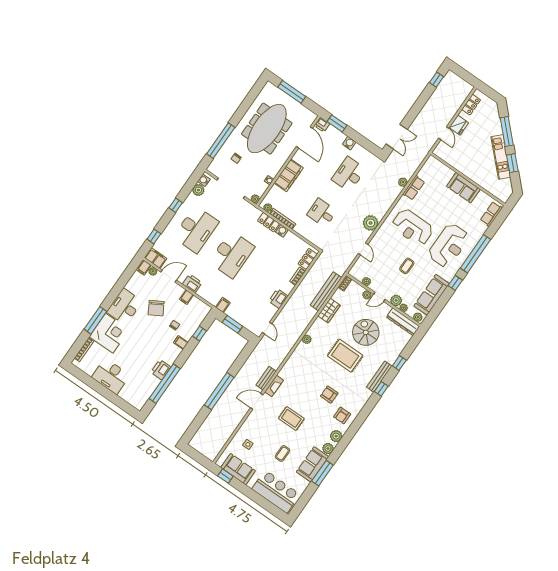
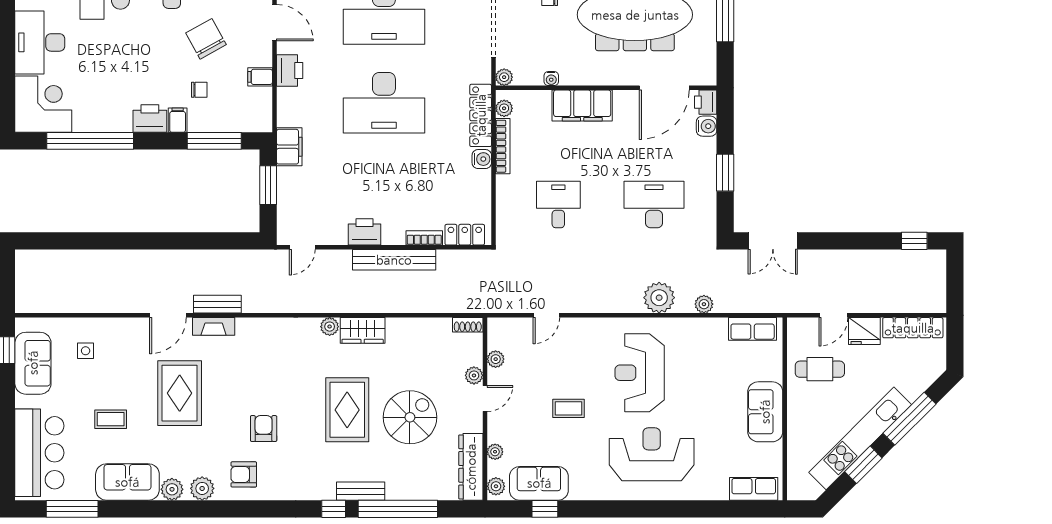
locker: (471, 105) -> (913, 328), width x1.53
window: (337, 123) -> (725, 173), moved
water cooler: (349, 143) -> (707, 126), moved
cafe table: (462, 154) -> (820, 369), added
kitchen unit: (501, 157) -> (860, 438), width x1.36
row of seats: (414, 188) -> (753, 329), moved
locker: (269, 222) -> (481, 115), width x1.53
plant: (371, 223) -> (659, 298), moved
reception desk: (449, 245) -> (652, 454), turned 180
window: (475, 254) -> (669, 509), removed
window: (455, 283) -> (545, 509), moved
bench: (326, 291) -> (394, 260), moved
sofa: (432, 295) -> (539, 483), width x0.73
door: (379, 297) -> (485, 398), swing flipped
plant: (396, 300) -> (498, 431), removed
filing cabinet: (223, 305) -> (289, 147), width x2.00
chair: (156, 308) -> (206, 39), turned 91
wardrobe: (329, 311) -> (363, 330), moved
window: (200, 334) -> (214, 141), width x2.17
window: (399, 363) -> (398, 509), width x3.17
printer: (161, 370) -> (150, 119), moved
bench: (379, 377) -> (361, 491), width x0.73
window: (219, 391) -> (141, 241), removed
corner desk: (137, 392) -> (43, 104), added
door: (257, 401) -> (168, 315), swing flipped
rug: (291, 418) -> (180, 393), width x1.36, depth x1.43
window: (322, 473) -> (72, 509), moved

